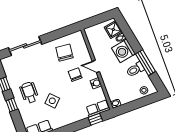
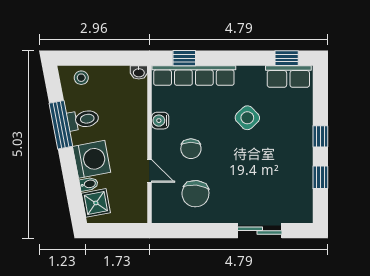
sliding door: (25, 46) -> (260, 231), width x0.73
door: (96, 66) -> (149, 171), moved
wheelchair: (29, 93) -> (282, 147), removed
row of seats: (98, 108) -> (194, 76), width x2.02

